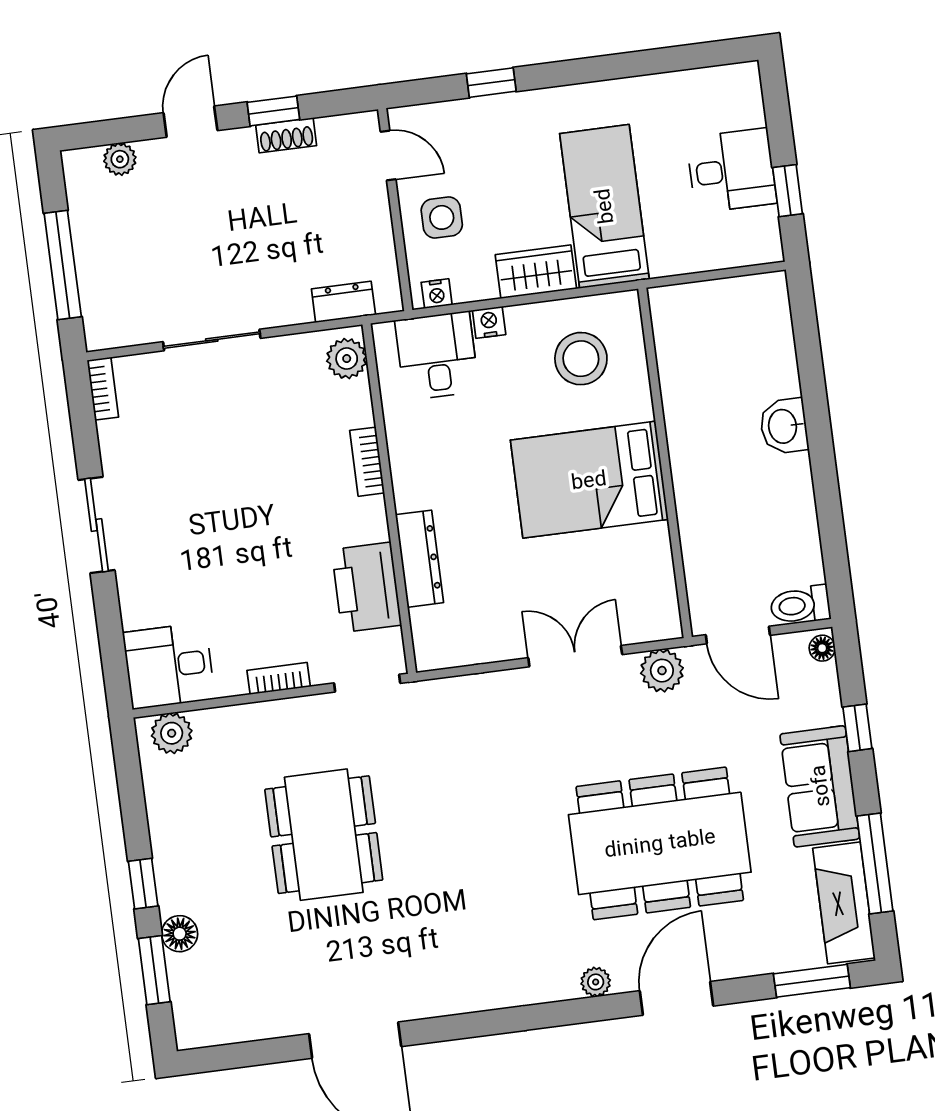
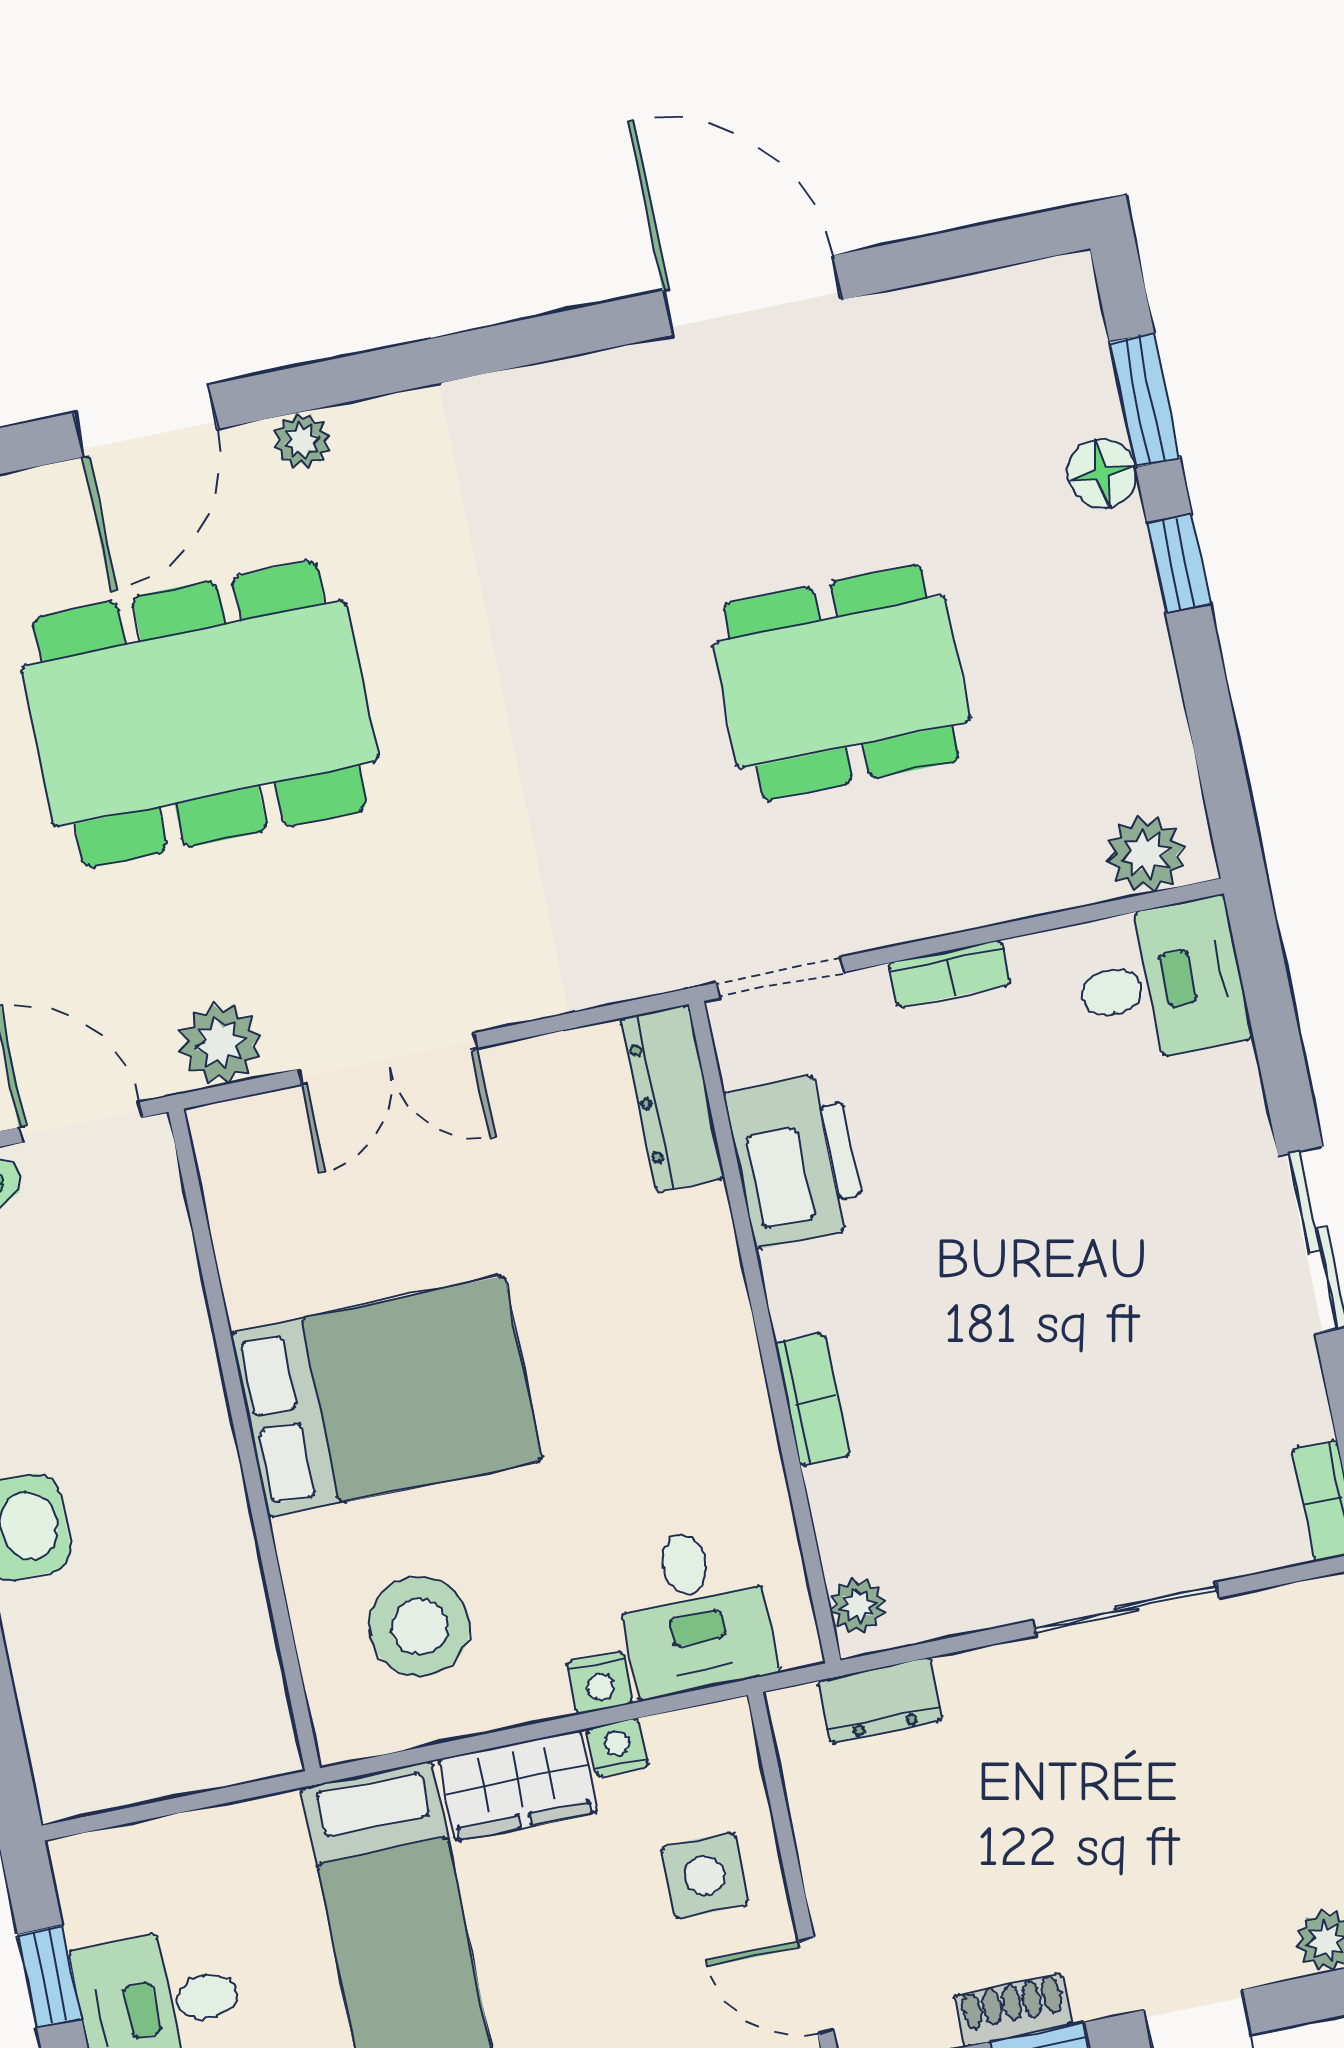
nightstand: (437, 294) -> (618, 1748), moved
plant: (347, 359) -> (858, 1606), width x0.73, depth x0.73
dresser: (419, 559) -> (673, 1098), moved
dining table: (324, 835) -> (841, 682), turned 90

